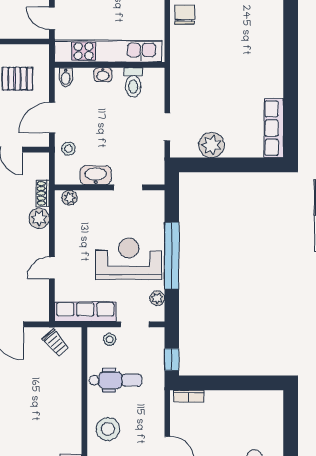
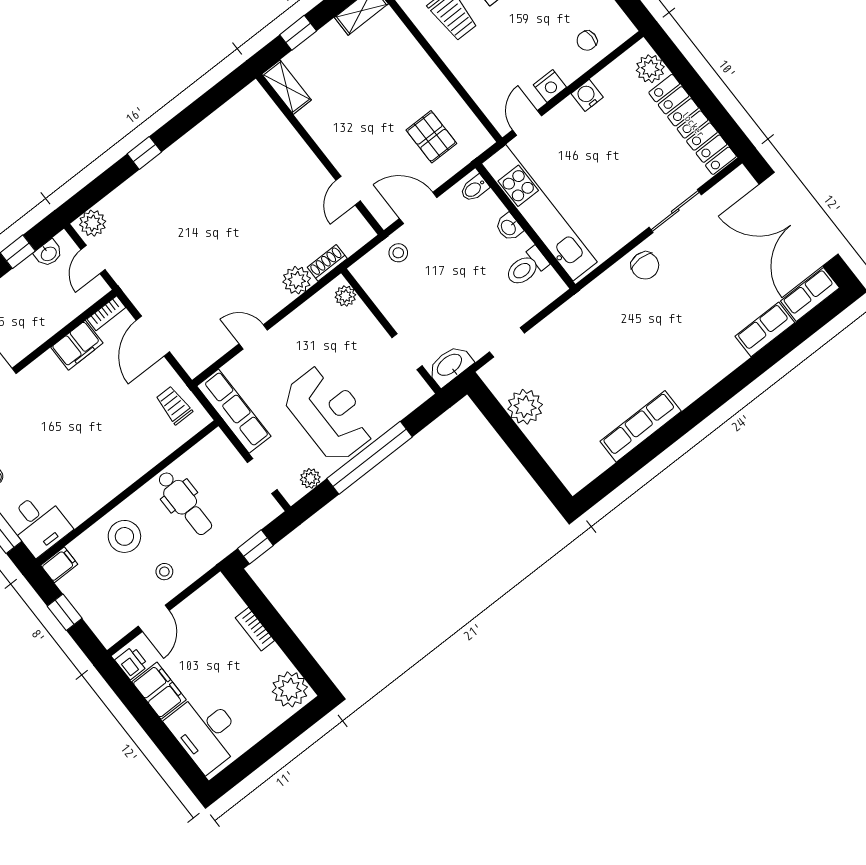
chair: (185, 15) -> (645, 266), turned 90
row of seats: (274, 128) -> (641, 426), moved
washbasin: (96, 175) -> (450, 365), moved, turned -90
stool: (110, 339) -> (164, 572), moved
trolley: (56, 343) -> (174, 405), turned 131
bookcase: (189, 396) -> (255, 629), moved
plant: (268, 403) -> (290, 689), added

